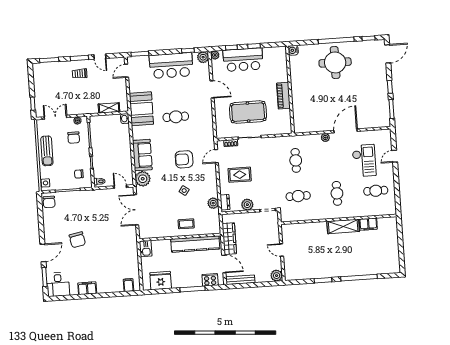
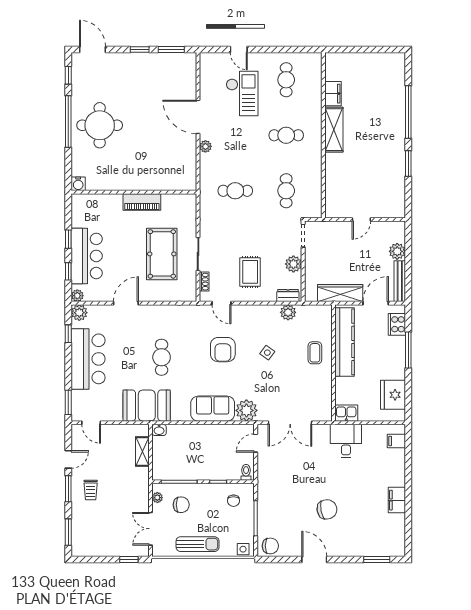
checkout: (364, 161) -> (242, 93), turned 90
door: (43, 253) -> (314, 560), moved
plant: (277, 276) -> (397, 251), moved
desk: (58, 284) -> (346, 441), moved, turned -90

